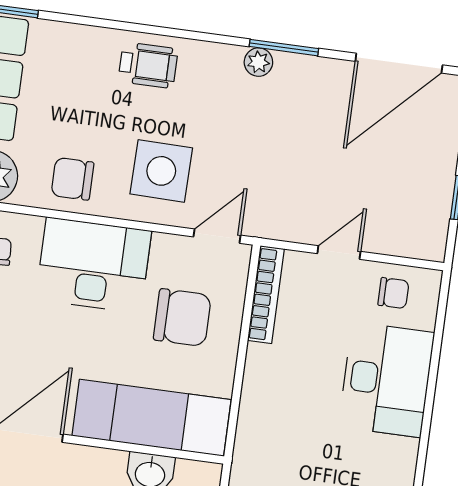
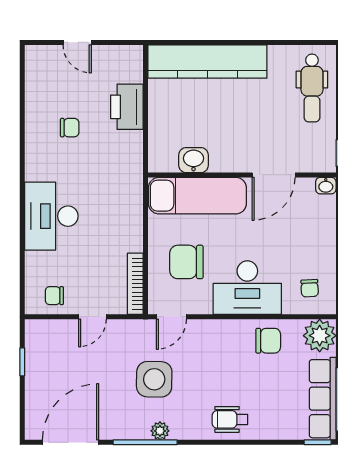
window: (284, 48) -> (145, 442), width x1.44
side table: (161, 171) -> (154, 379), moved
desk: (387, 380) -> (51, 216), moved

